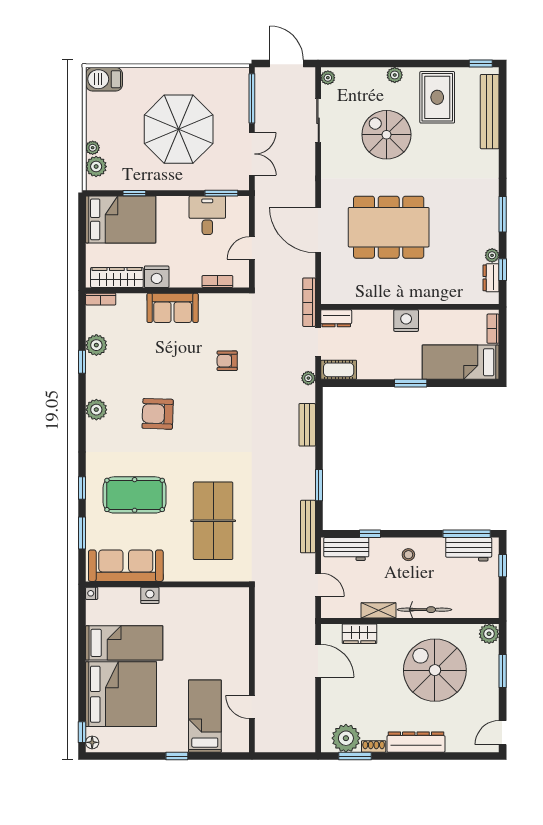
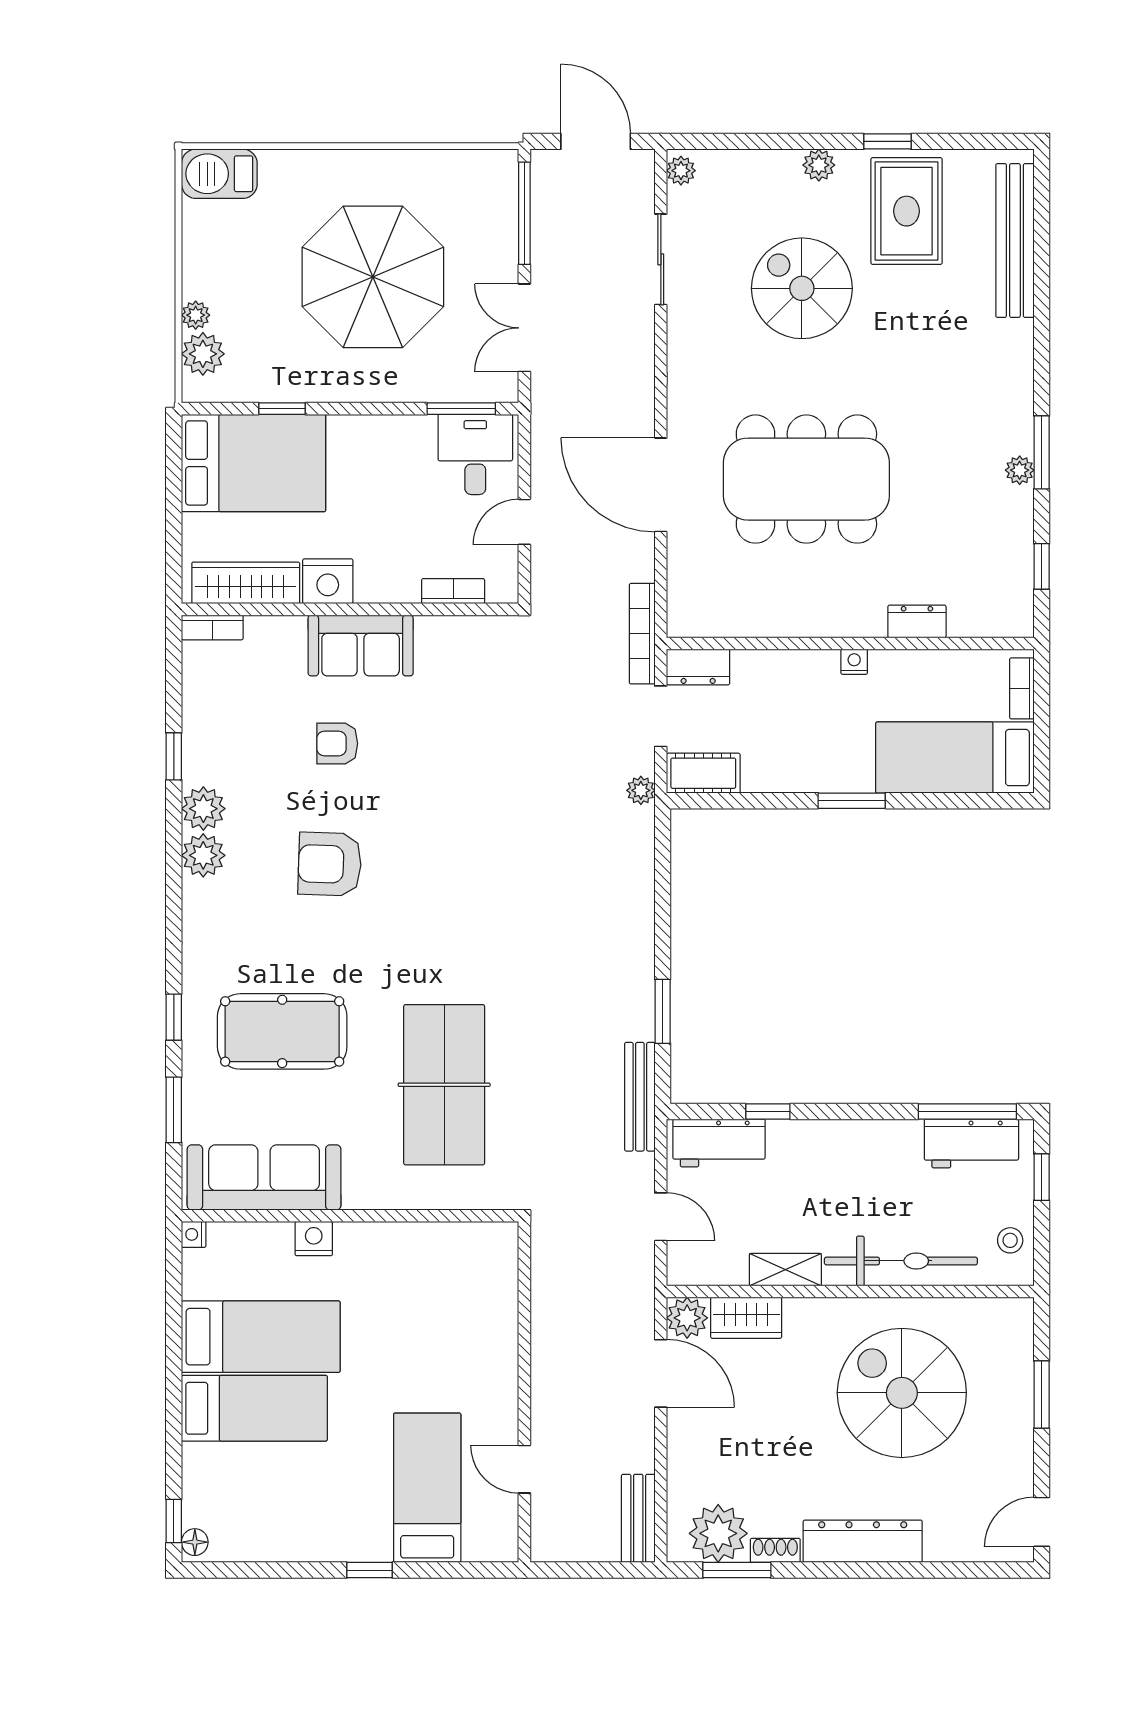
window: (481, 64) -> (887, 141), moved
double door: (252, 154) -> (524, 328), swing flipped
desk: (207, 215) -> (475, 454), moved
plant: (492, 255) -> (1020, 470), moved
dresser: (491, 278) -> (917, 621), moved, turned 90
nightstand: (406, 321) -> (854, 662), width x0.53, depth x0.56
plant: (96, 345) -> (203, 809), moved
armchair: (227, 361) -> (337, 744), moved
bench: (307, 425) -> (638, 1518), moved
stool: (408, 555) -> (1010, 1240), moved
bicycle: (425, 610) -> (901, 1261), width x1.37, depth x1.40
plant: (489, 634) -> (687, 1318), moved
bed: (121, 694) -> (254, 1408), width x0.49

